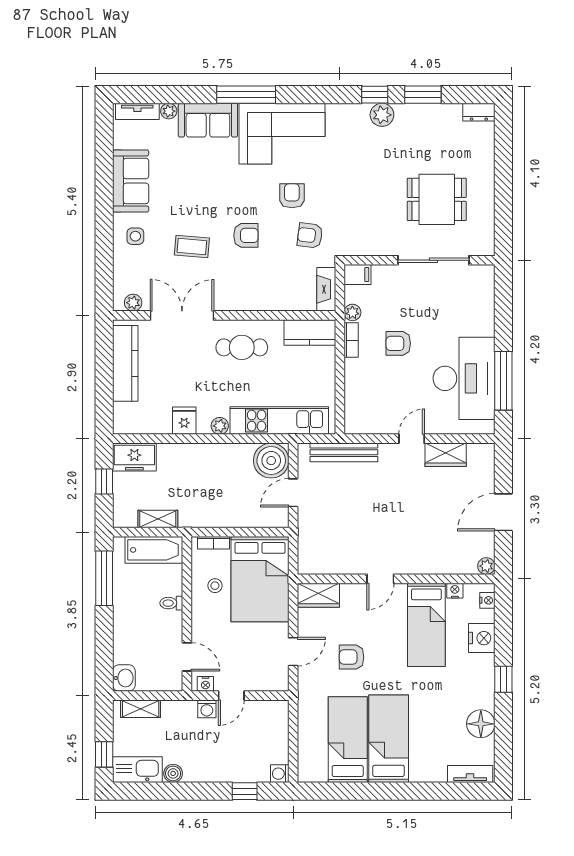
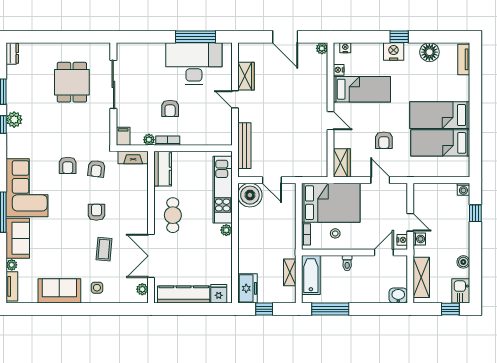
armchair: (292, 196) -> (68, 165), moved, turned -90
fridge: (184, 421) -> (219, 294), moved, turned 90
nightstand: (482, 638) -> (394, 51), moved
shelving: (141, 709) -> (421, 277), width x1.50, depth x1.33
kitchen sink: (137, 770) -> (461, 291), width x0.73

